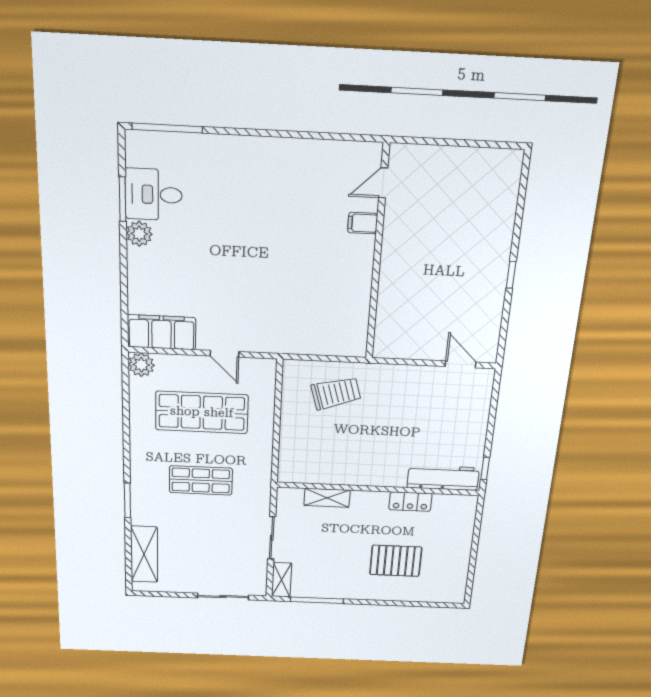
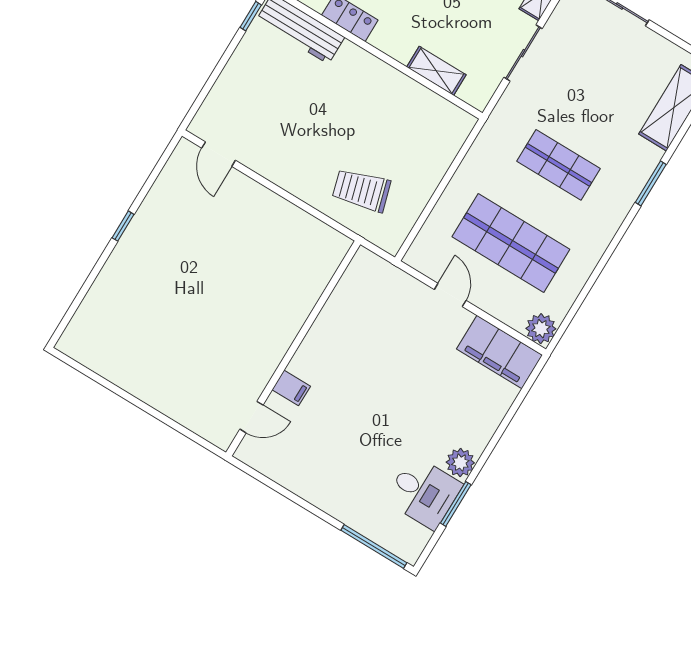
door: (383, 183) -> (252, 417), moved
filing cabinet: (363, 223) -> (291, 388), moved
wall: (377, 254) -> (293, 348), moved

